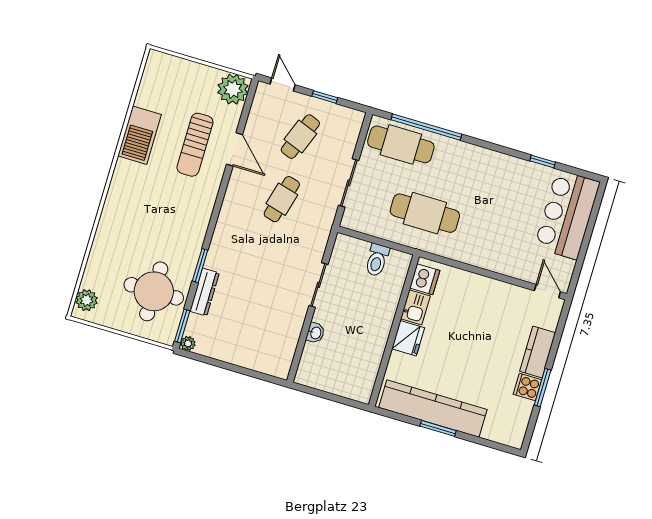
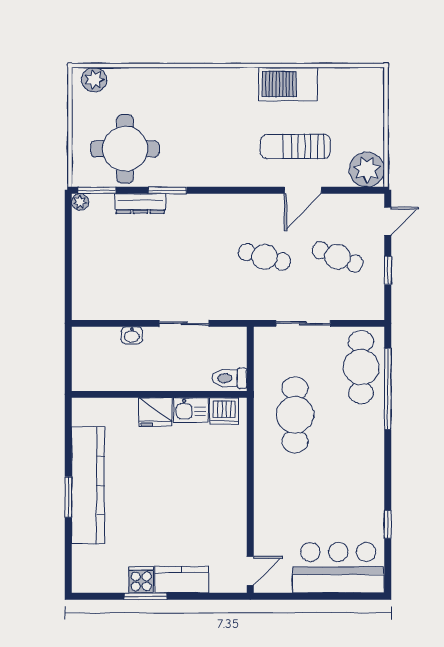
dishwasher: (425, 279) -> (224, 411), moved
kitchen sink: (415, 307) -> (191, 410), moved
wall: (394, 331) -> (159, 394), moved
fridge: (408, 338) -> (156, 412), moved

